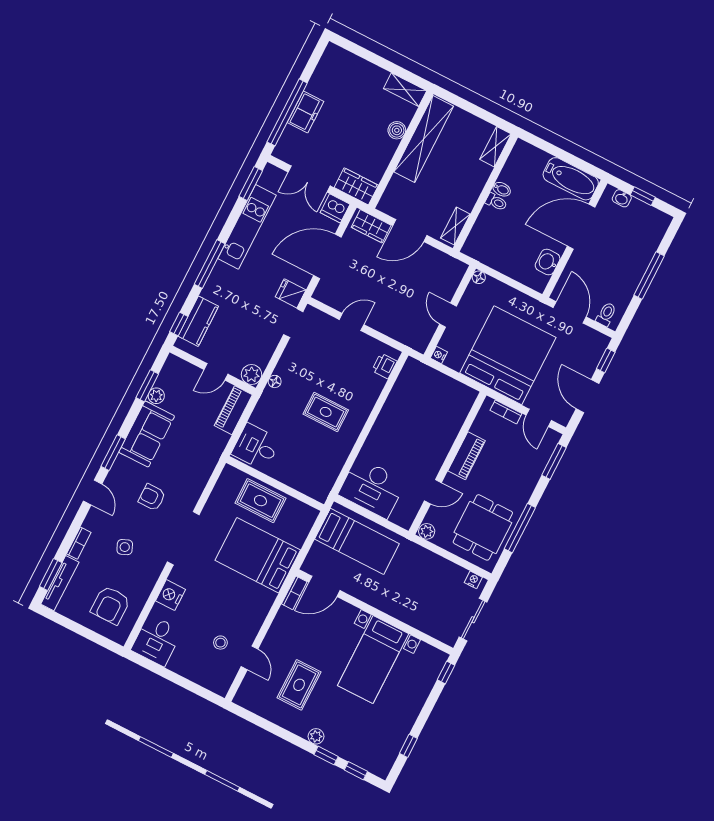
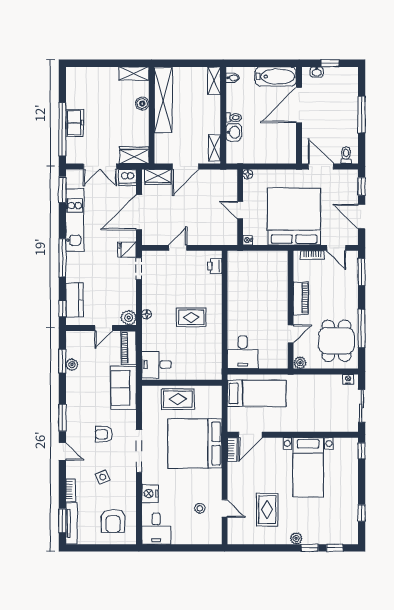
bidet: (502, 189) -> (233, 78), moved
washbasin: (548, 262) -> (234, 132), moved, turned 180
sofa: (147, 434) -> (123, 388), moved, turned 180
desk: (372, 488) -> (243, 352), width x0.73
bed: (258, 555) -> (195, 443), width x1.36

